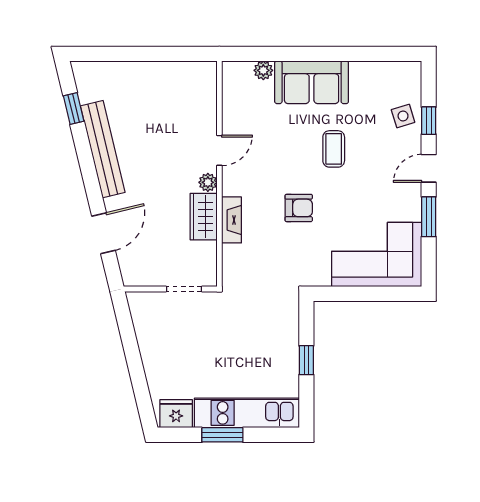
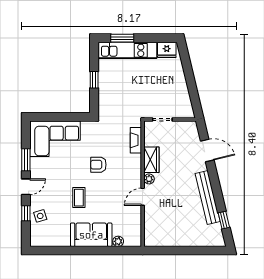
fireplace: (232, 220) -> (136, 140), moved
door: (104, 233) -> (207, 151), swing flipped
window: (222, 435) -> (122, 38), moved

